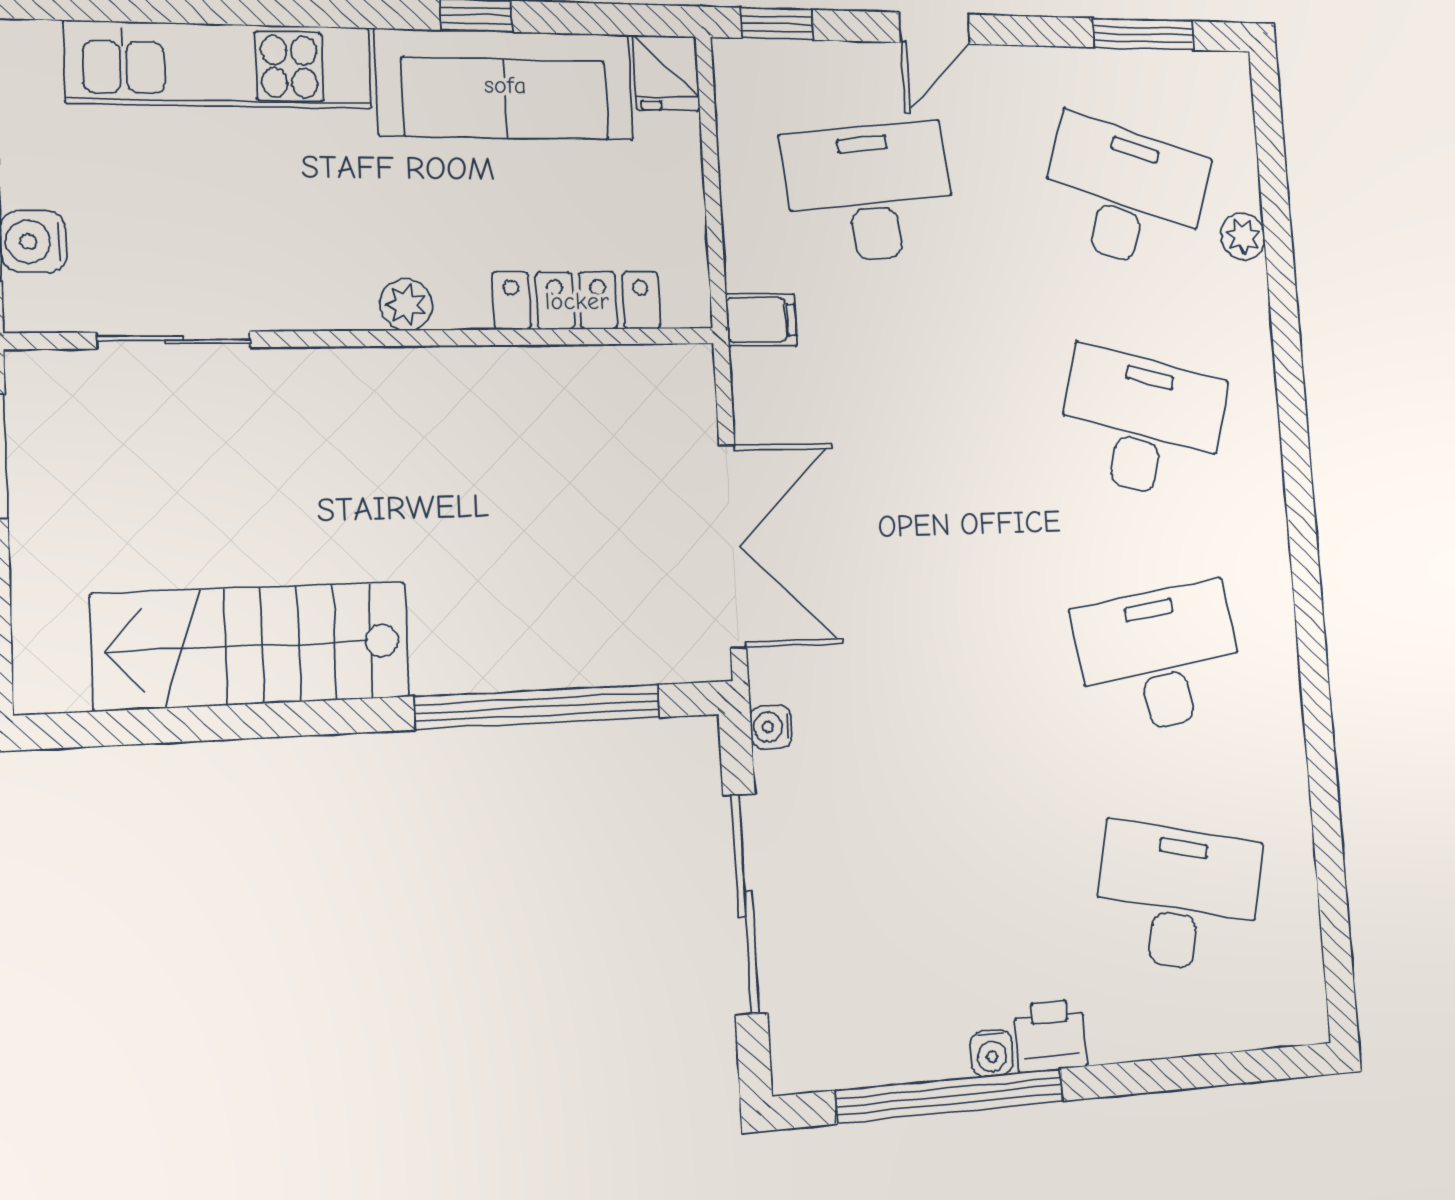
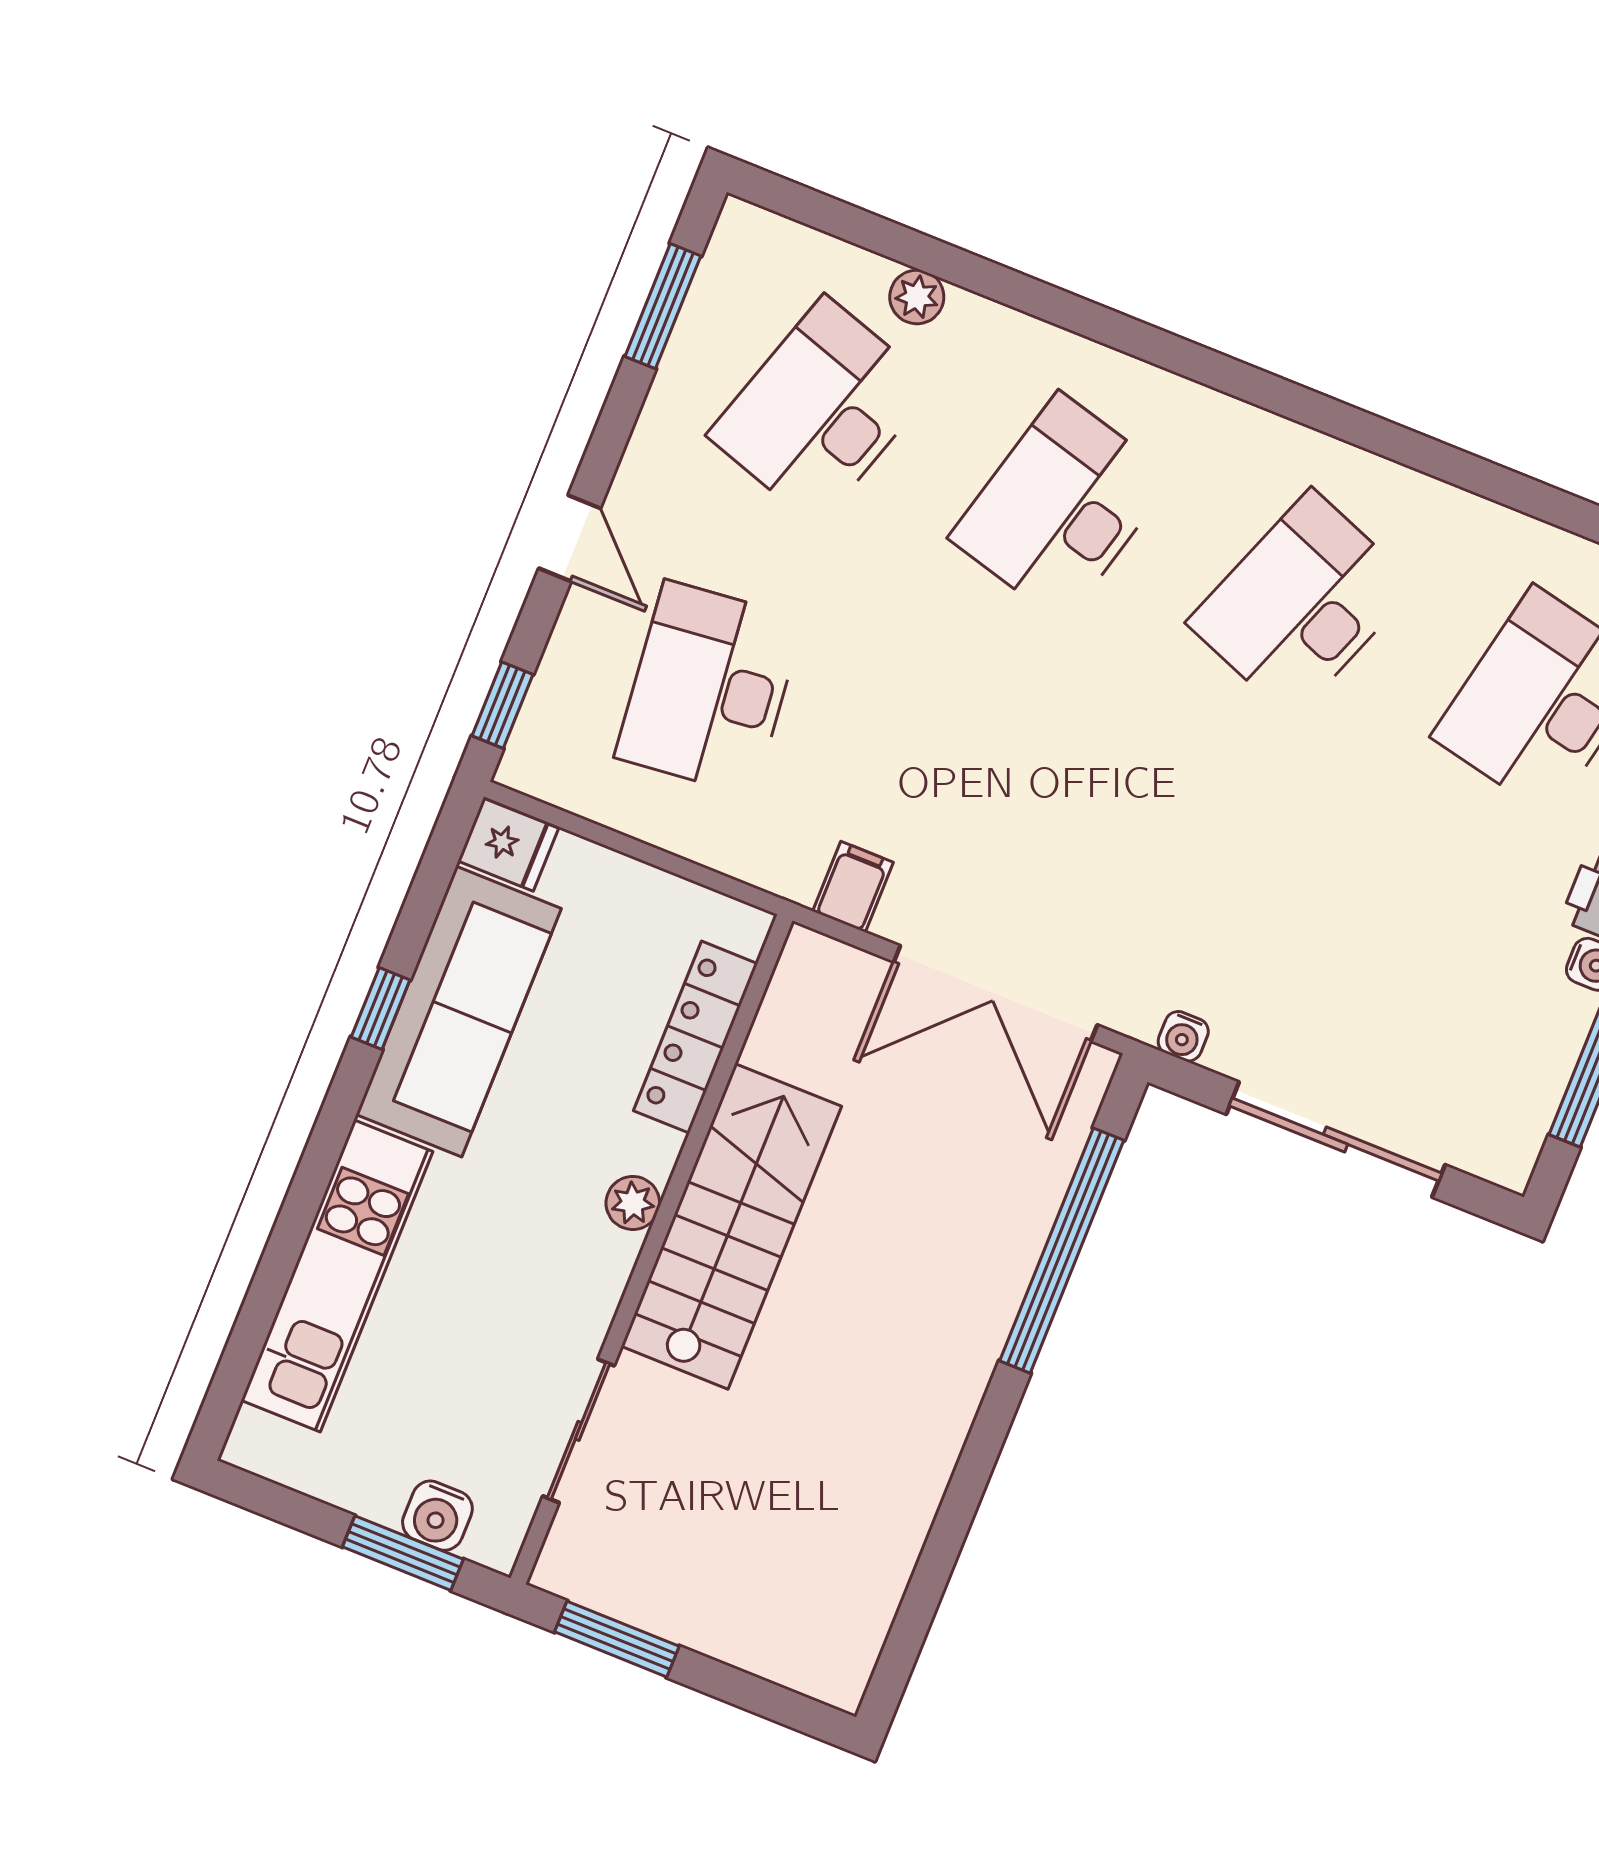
filing cabinet: (761, 320) -> (853, 887), moved
double door: (733, 546) -> (996, 993), swing flipped
stairs: (252, 646) -> (731, 1226), moved, turned 180
desk: (1160, 659) -> (1301, 604), turned 30

